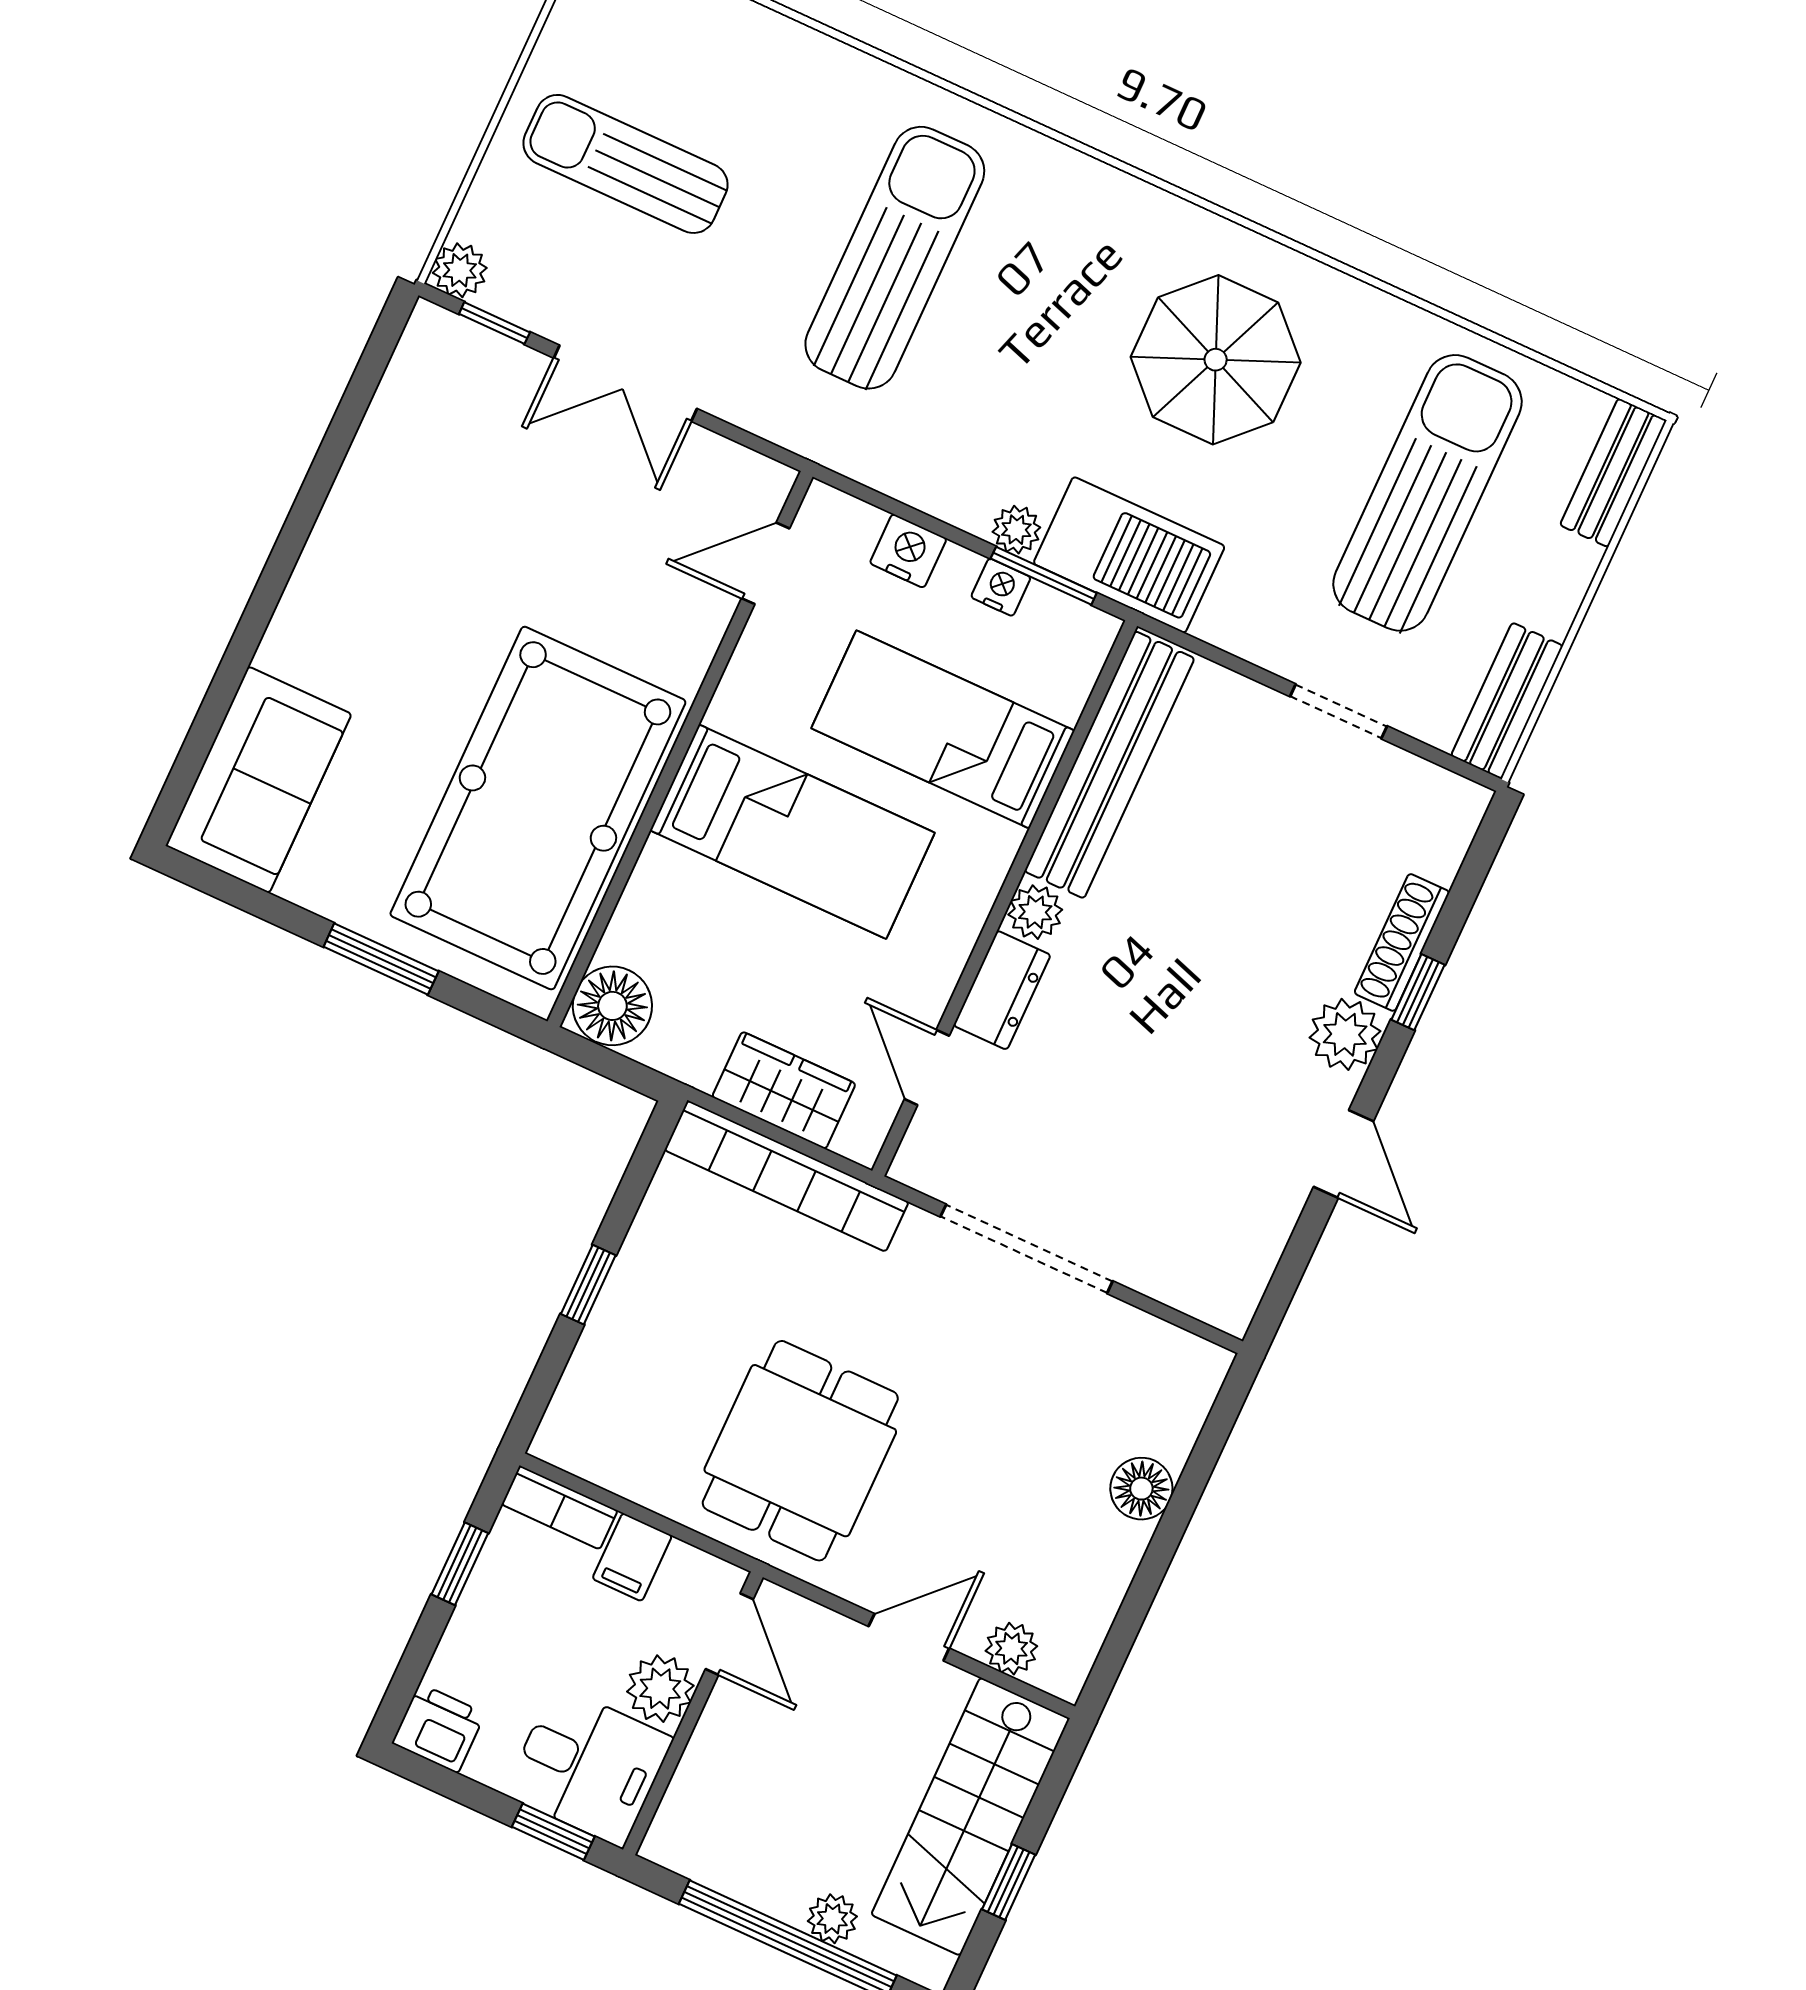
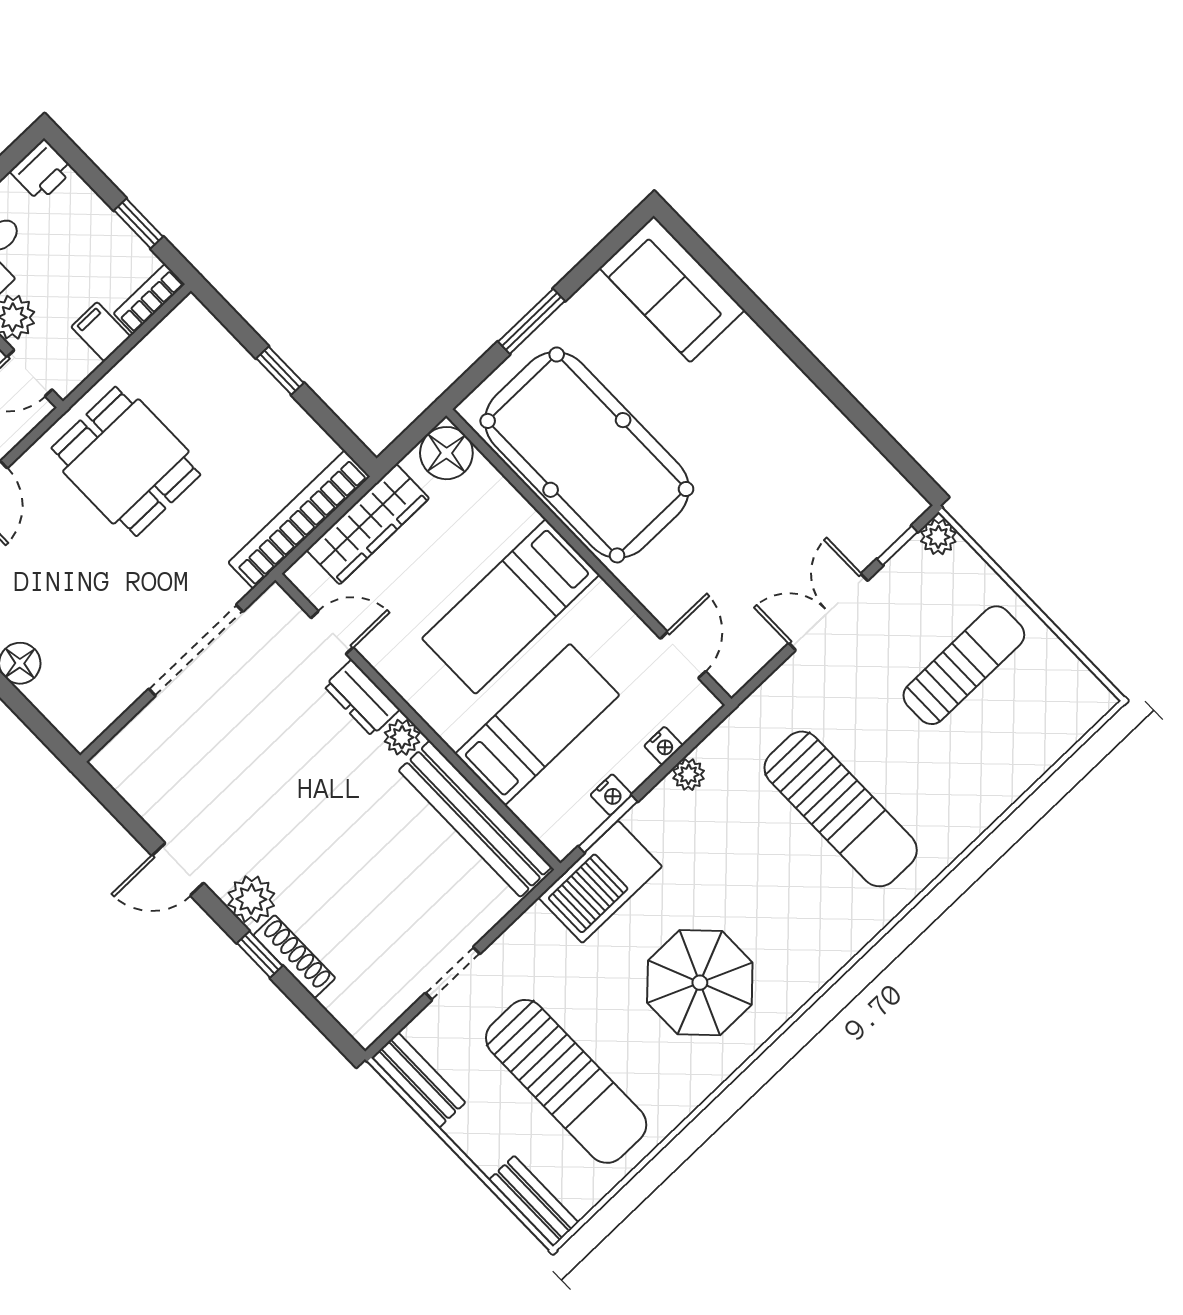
plant: (1016, 530) -> (689, 774), moved
nightstand: (908, 551) -> (663, 746), width x0.72, depth x0.74
wardrobe: (784, 1090) -> (368, 524), width x1.50

